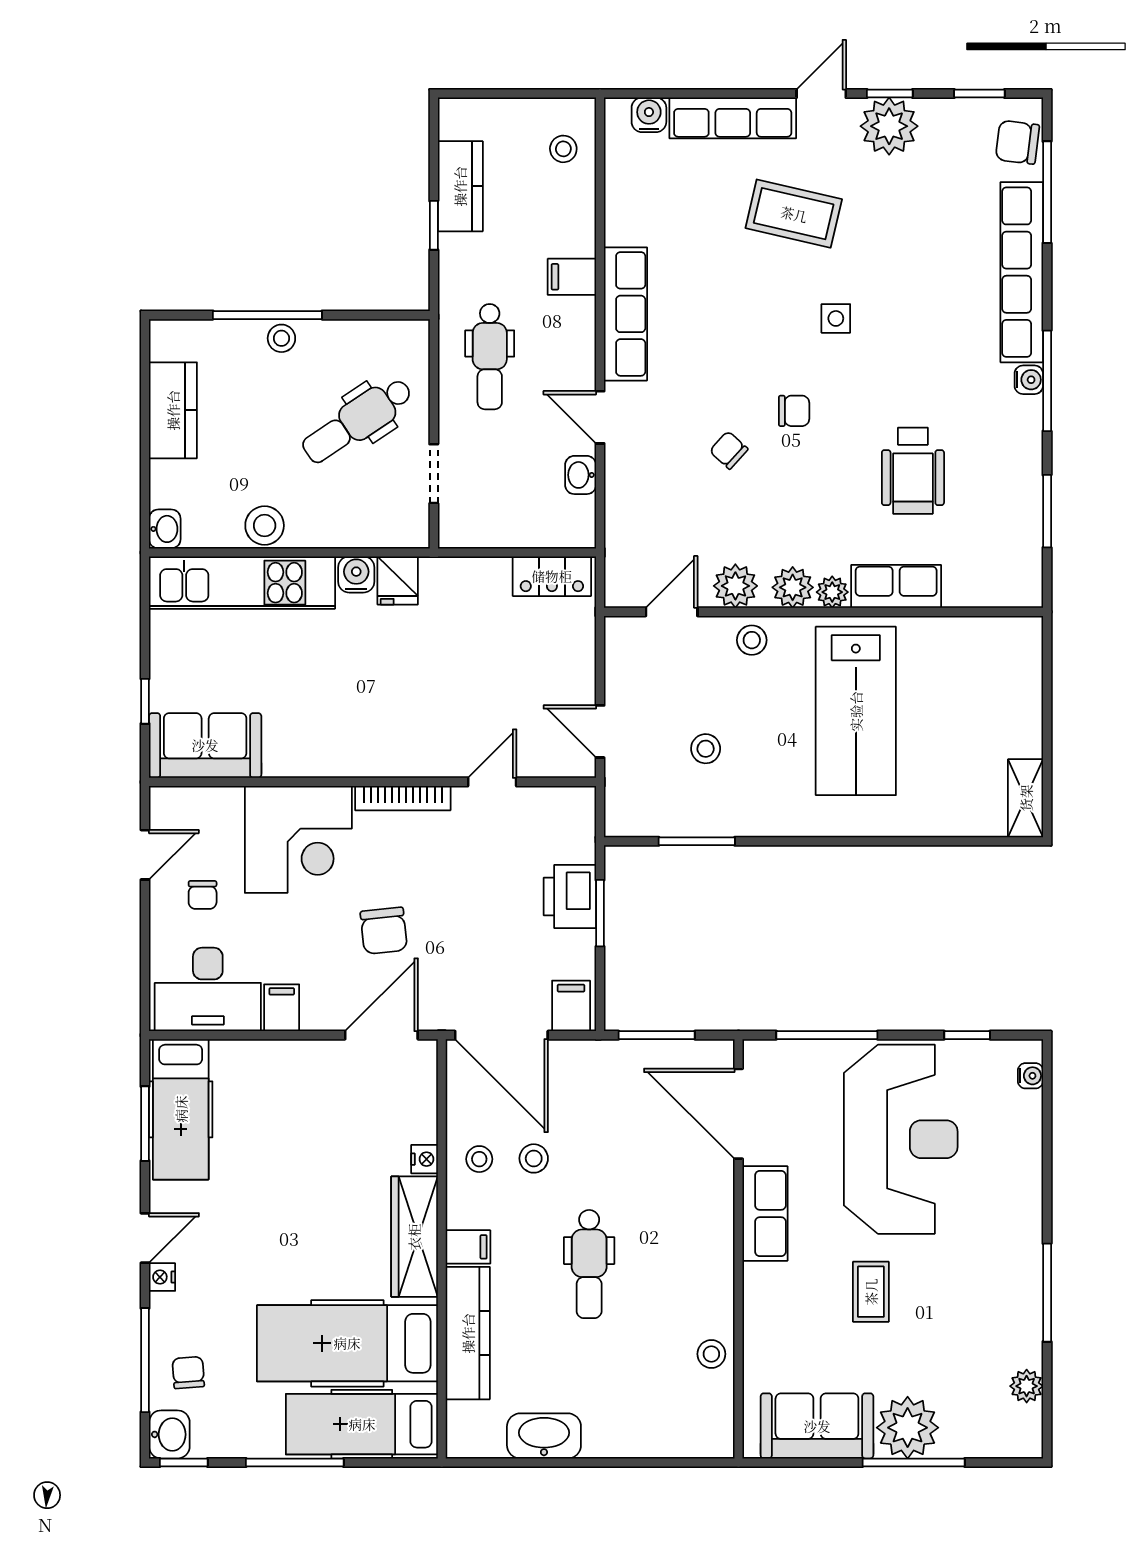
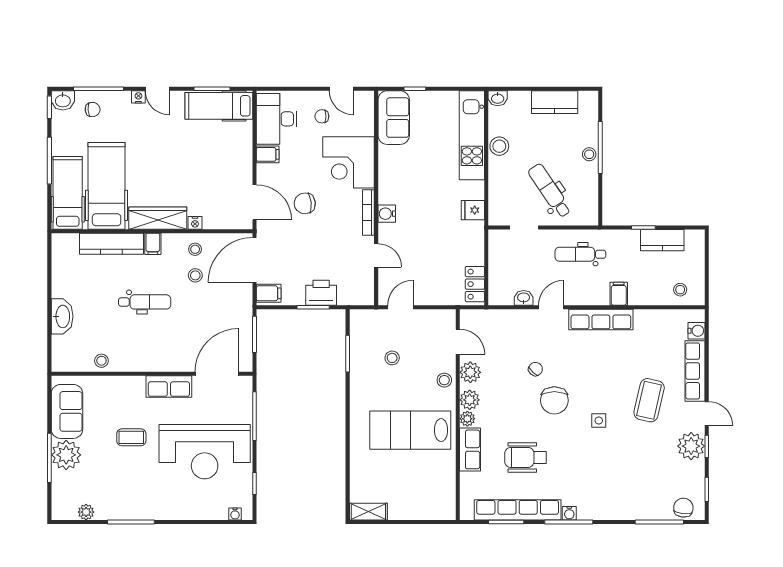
row of seats: (1022, 272) -> (518, 510), moved
chair: (794, 411) -> (554, 400), width x1.87, depth x1.87
water cooler: (356, 574) -> (387, 214), moved, turned 180
dental chair: (589, 1264) -> (145, 302), turned 180
washbasin: (544, 1436) -> (62, 316), moved

